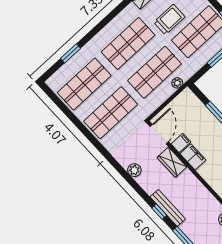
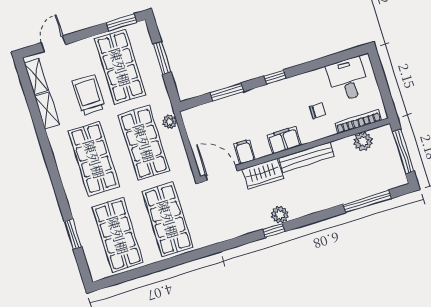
filing cabinet: (193, 157) -> (284, 140), moved
plant: (134, 170) -> (280, 215), moved
bench: (168, 208) -> (306, 157), moved
window: (159, 212) -> (274, 230), moved

